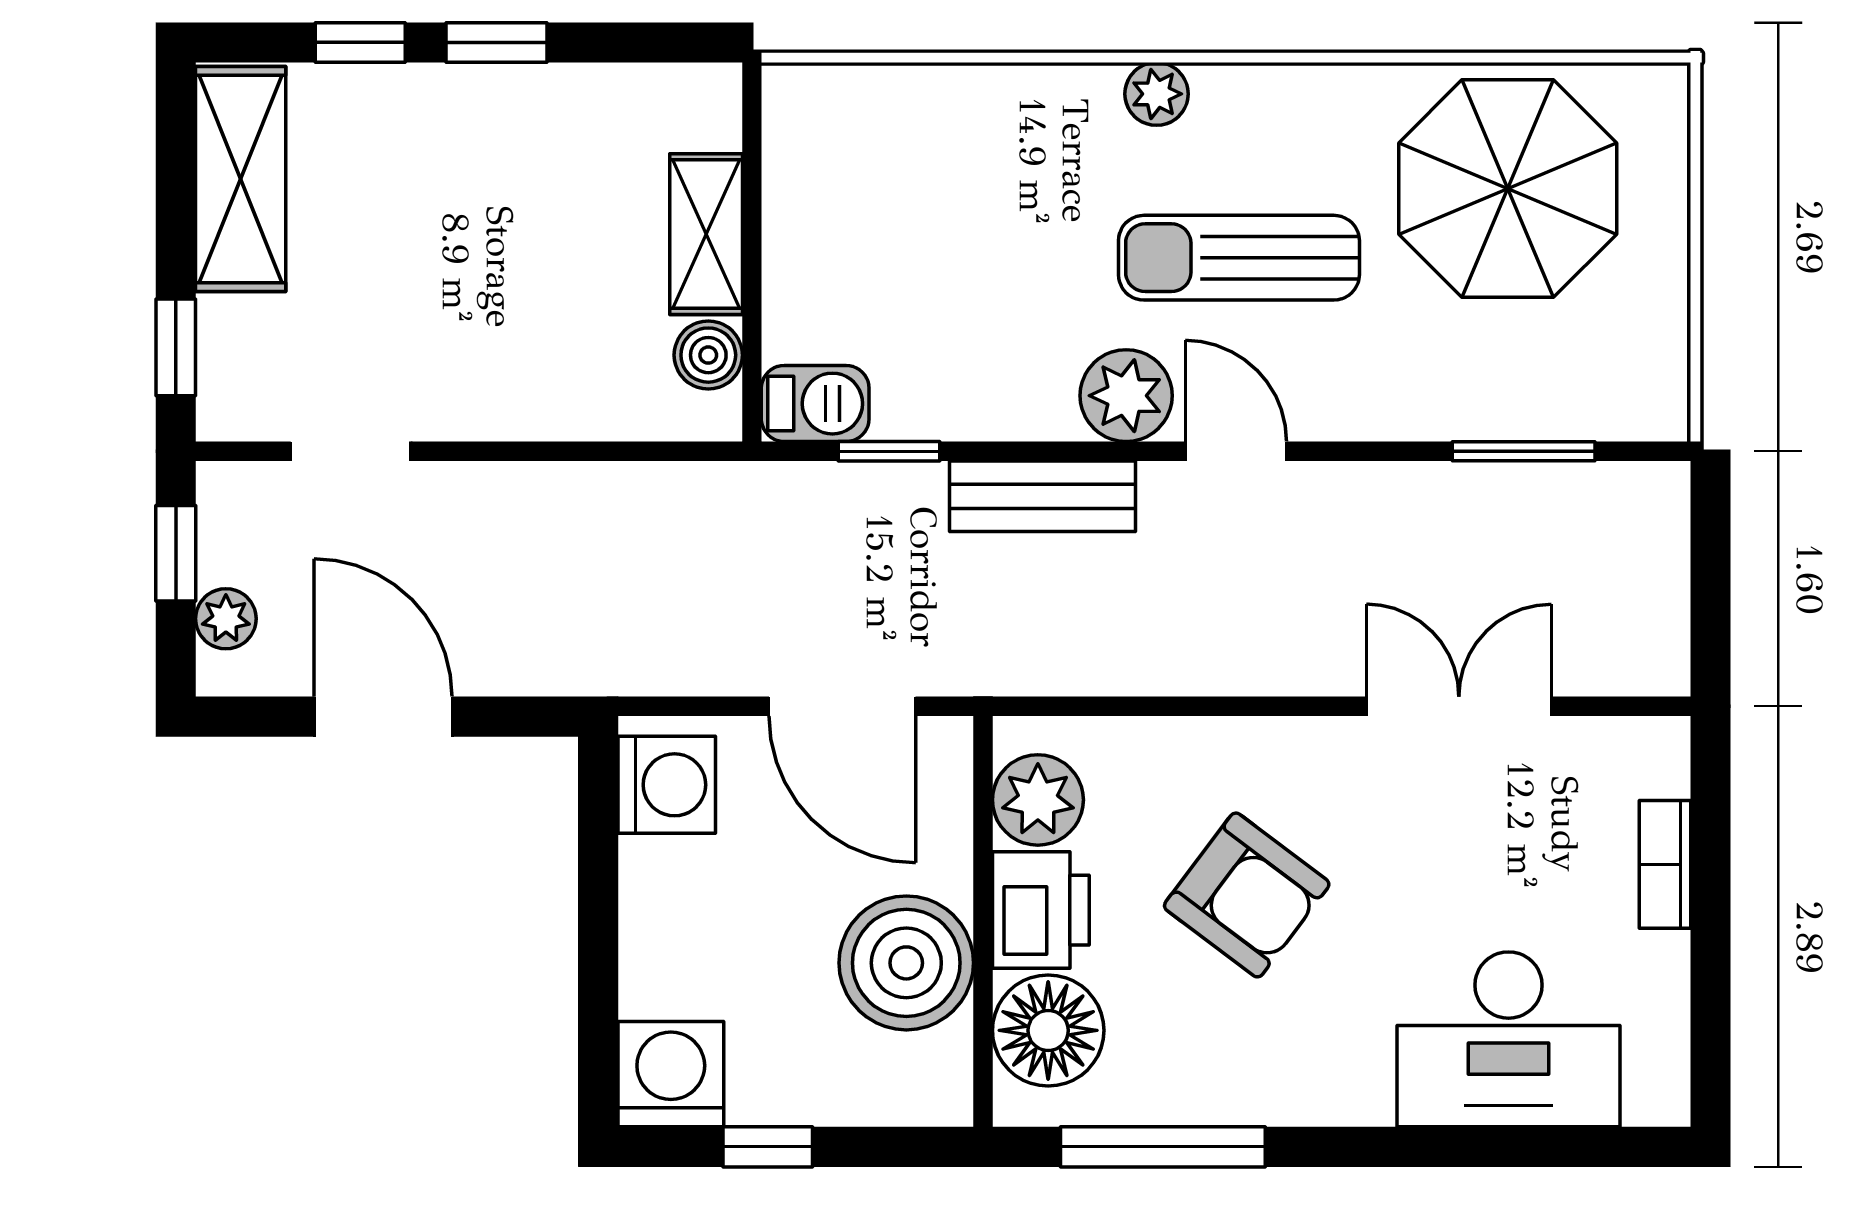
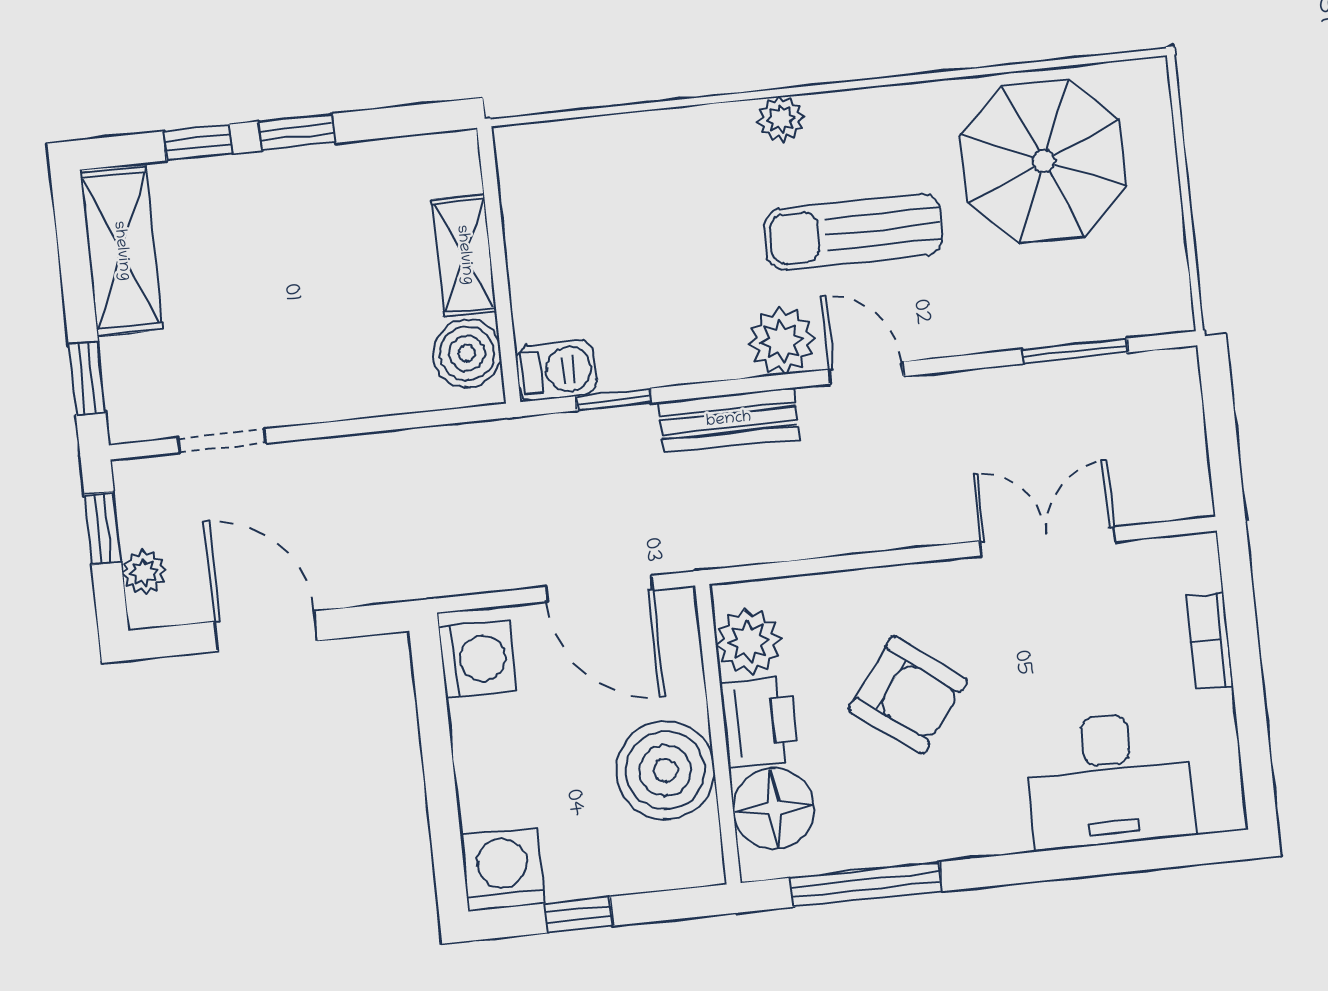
boiler: (708, 355) -> (467, 353), width x1.36, depth x1.36

